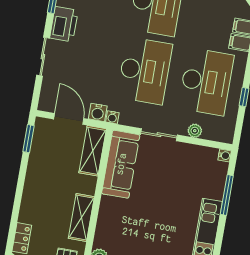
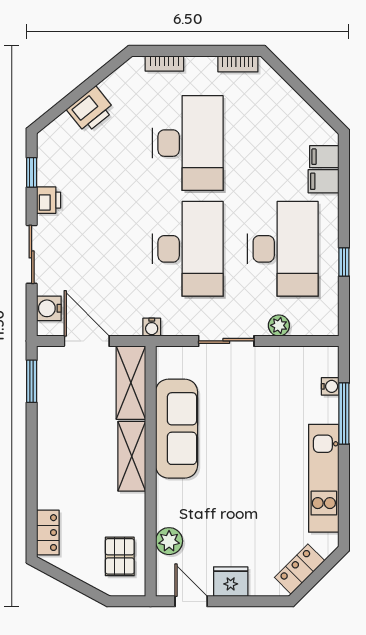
printer: (64, 24) -> (49, 200), width x0.53, depth x0.68
water cooler: (98, 112) -> (49, 308), moved, turned 90
water cooler: (225, 155) -> (330, 386), moved
sofa: (121, 164) -> (177, 429), moved
shelving: (81, 217) -> (132, 456), moved

